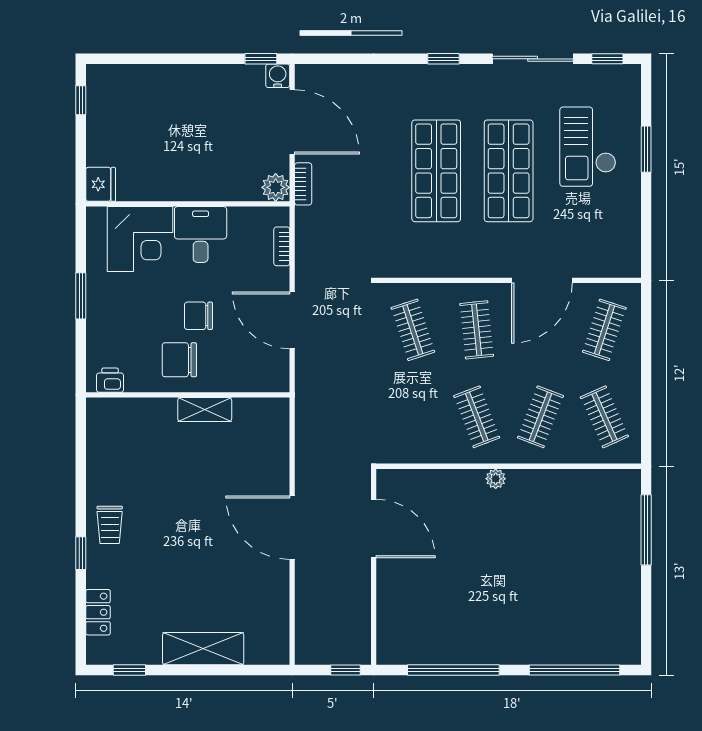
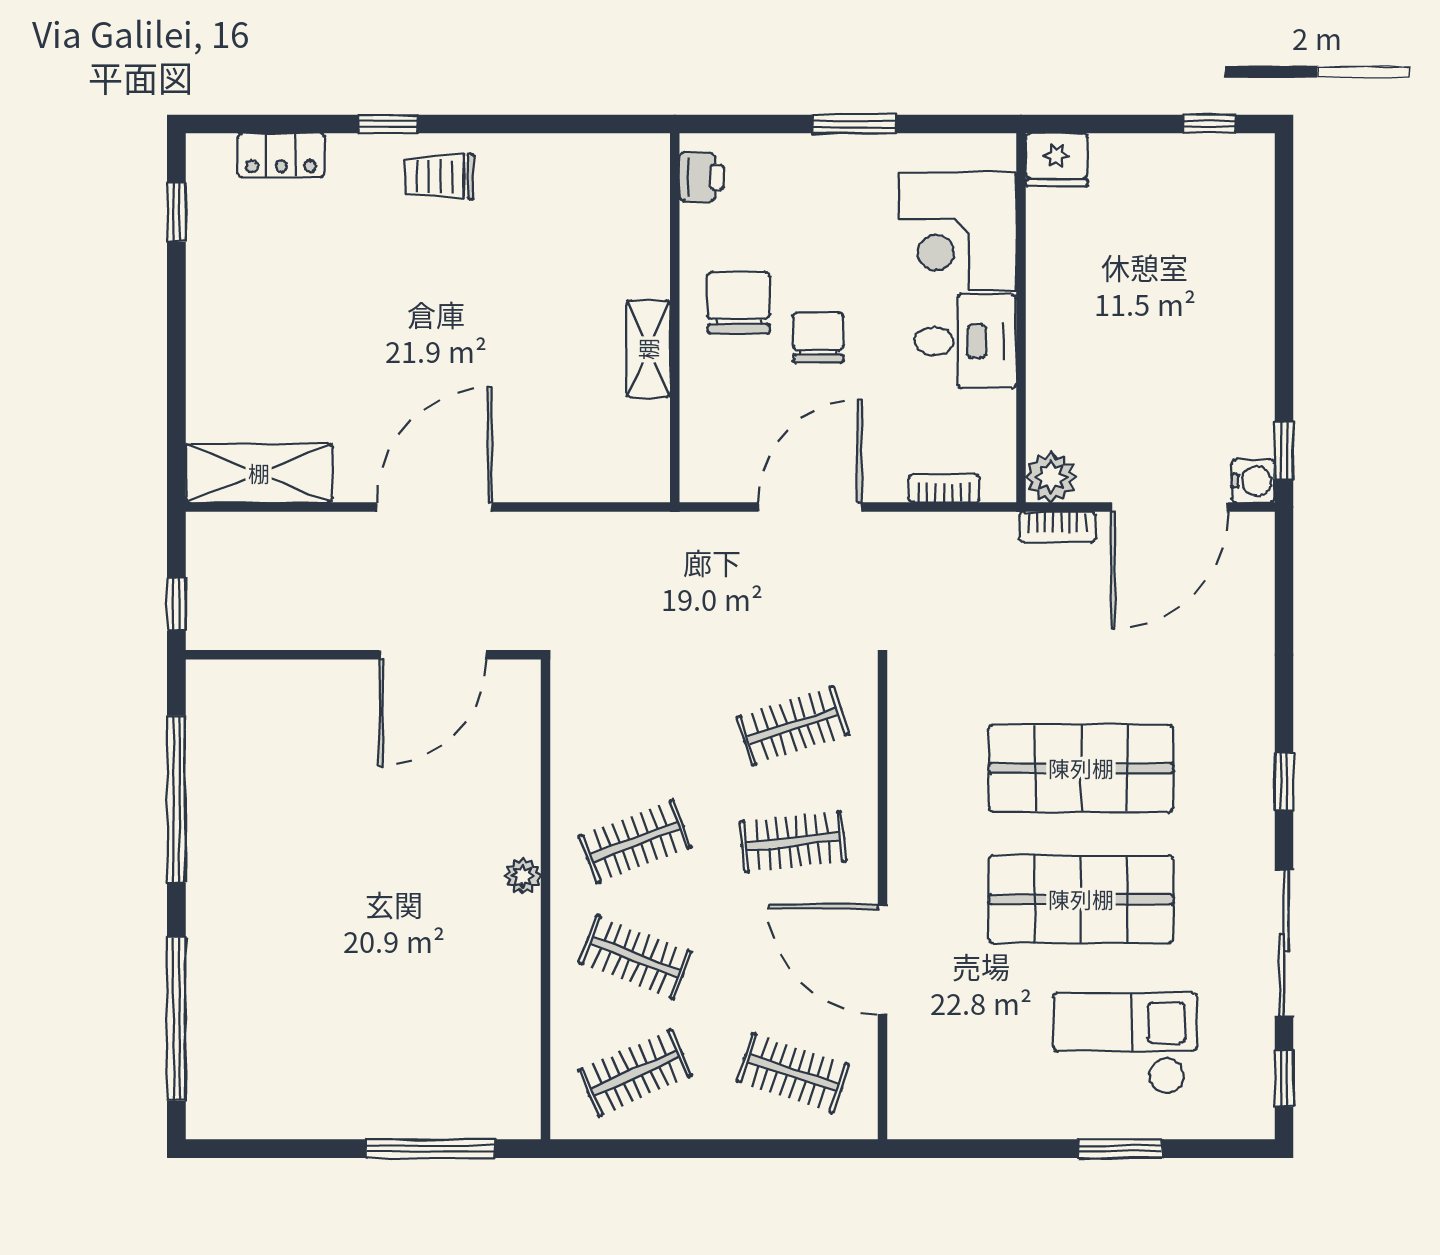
shelving: (203, 649) -> (259, 473), moved, turned 90

